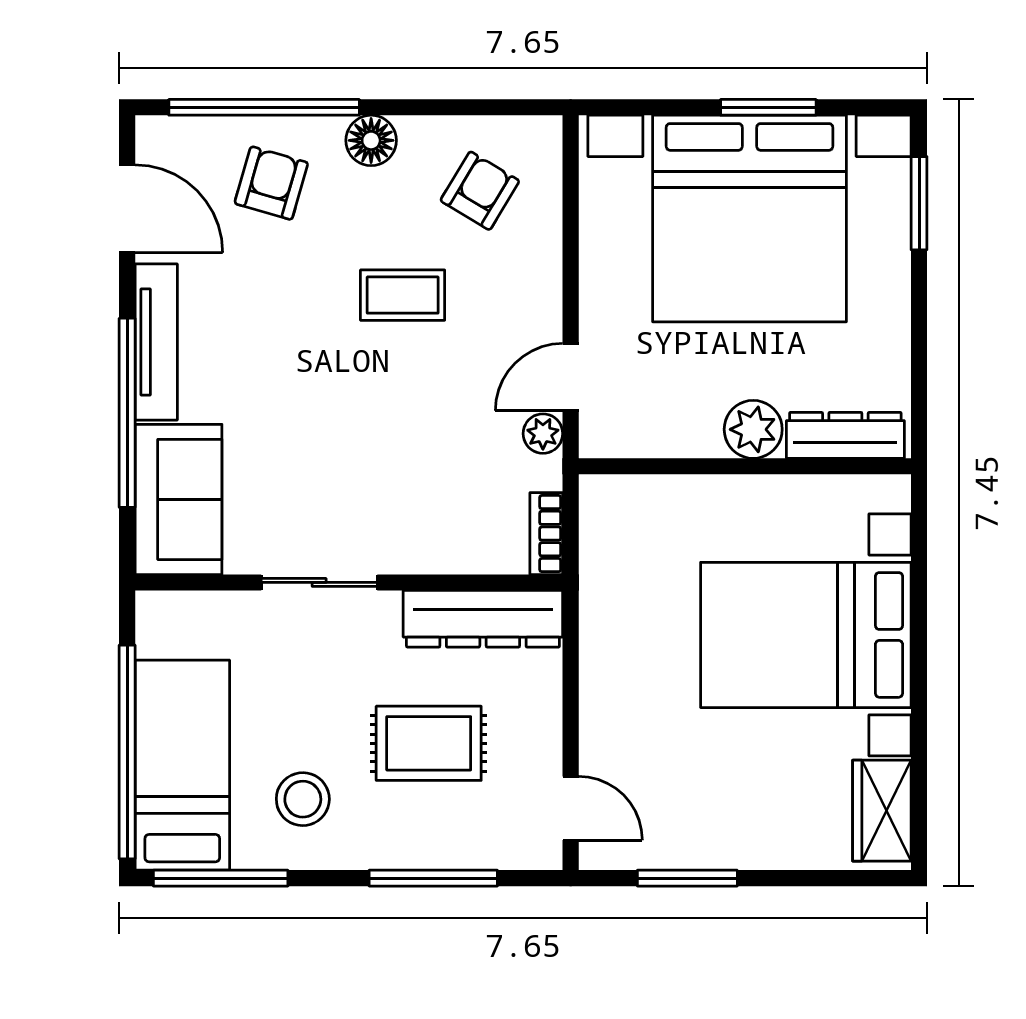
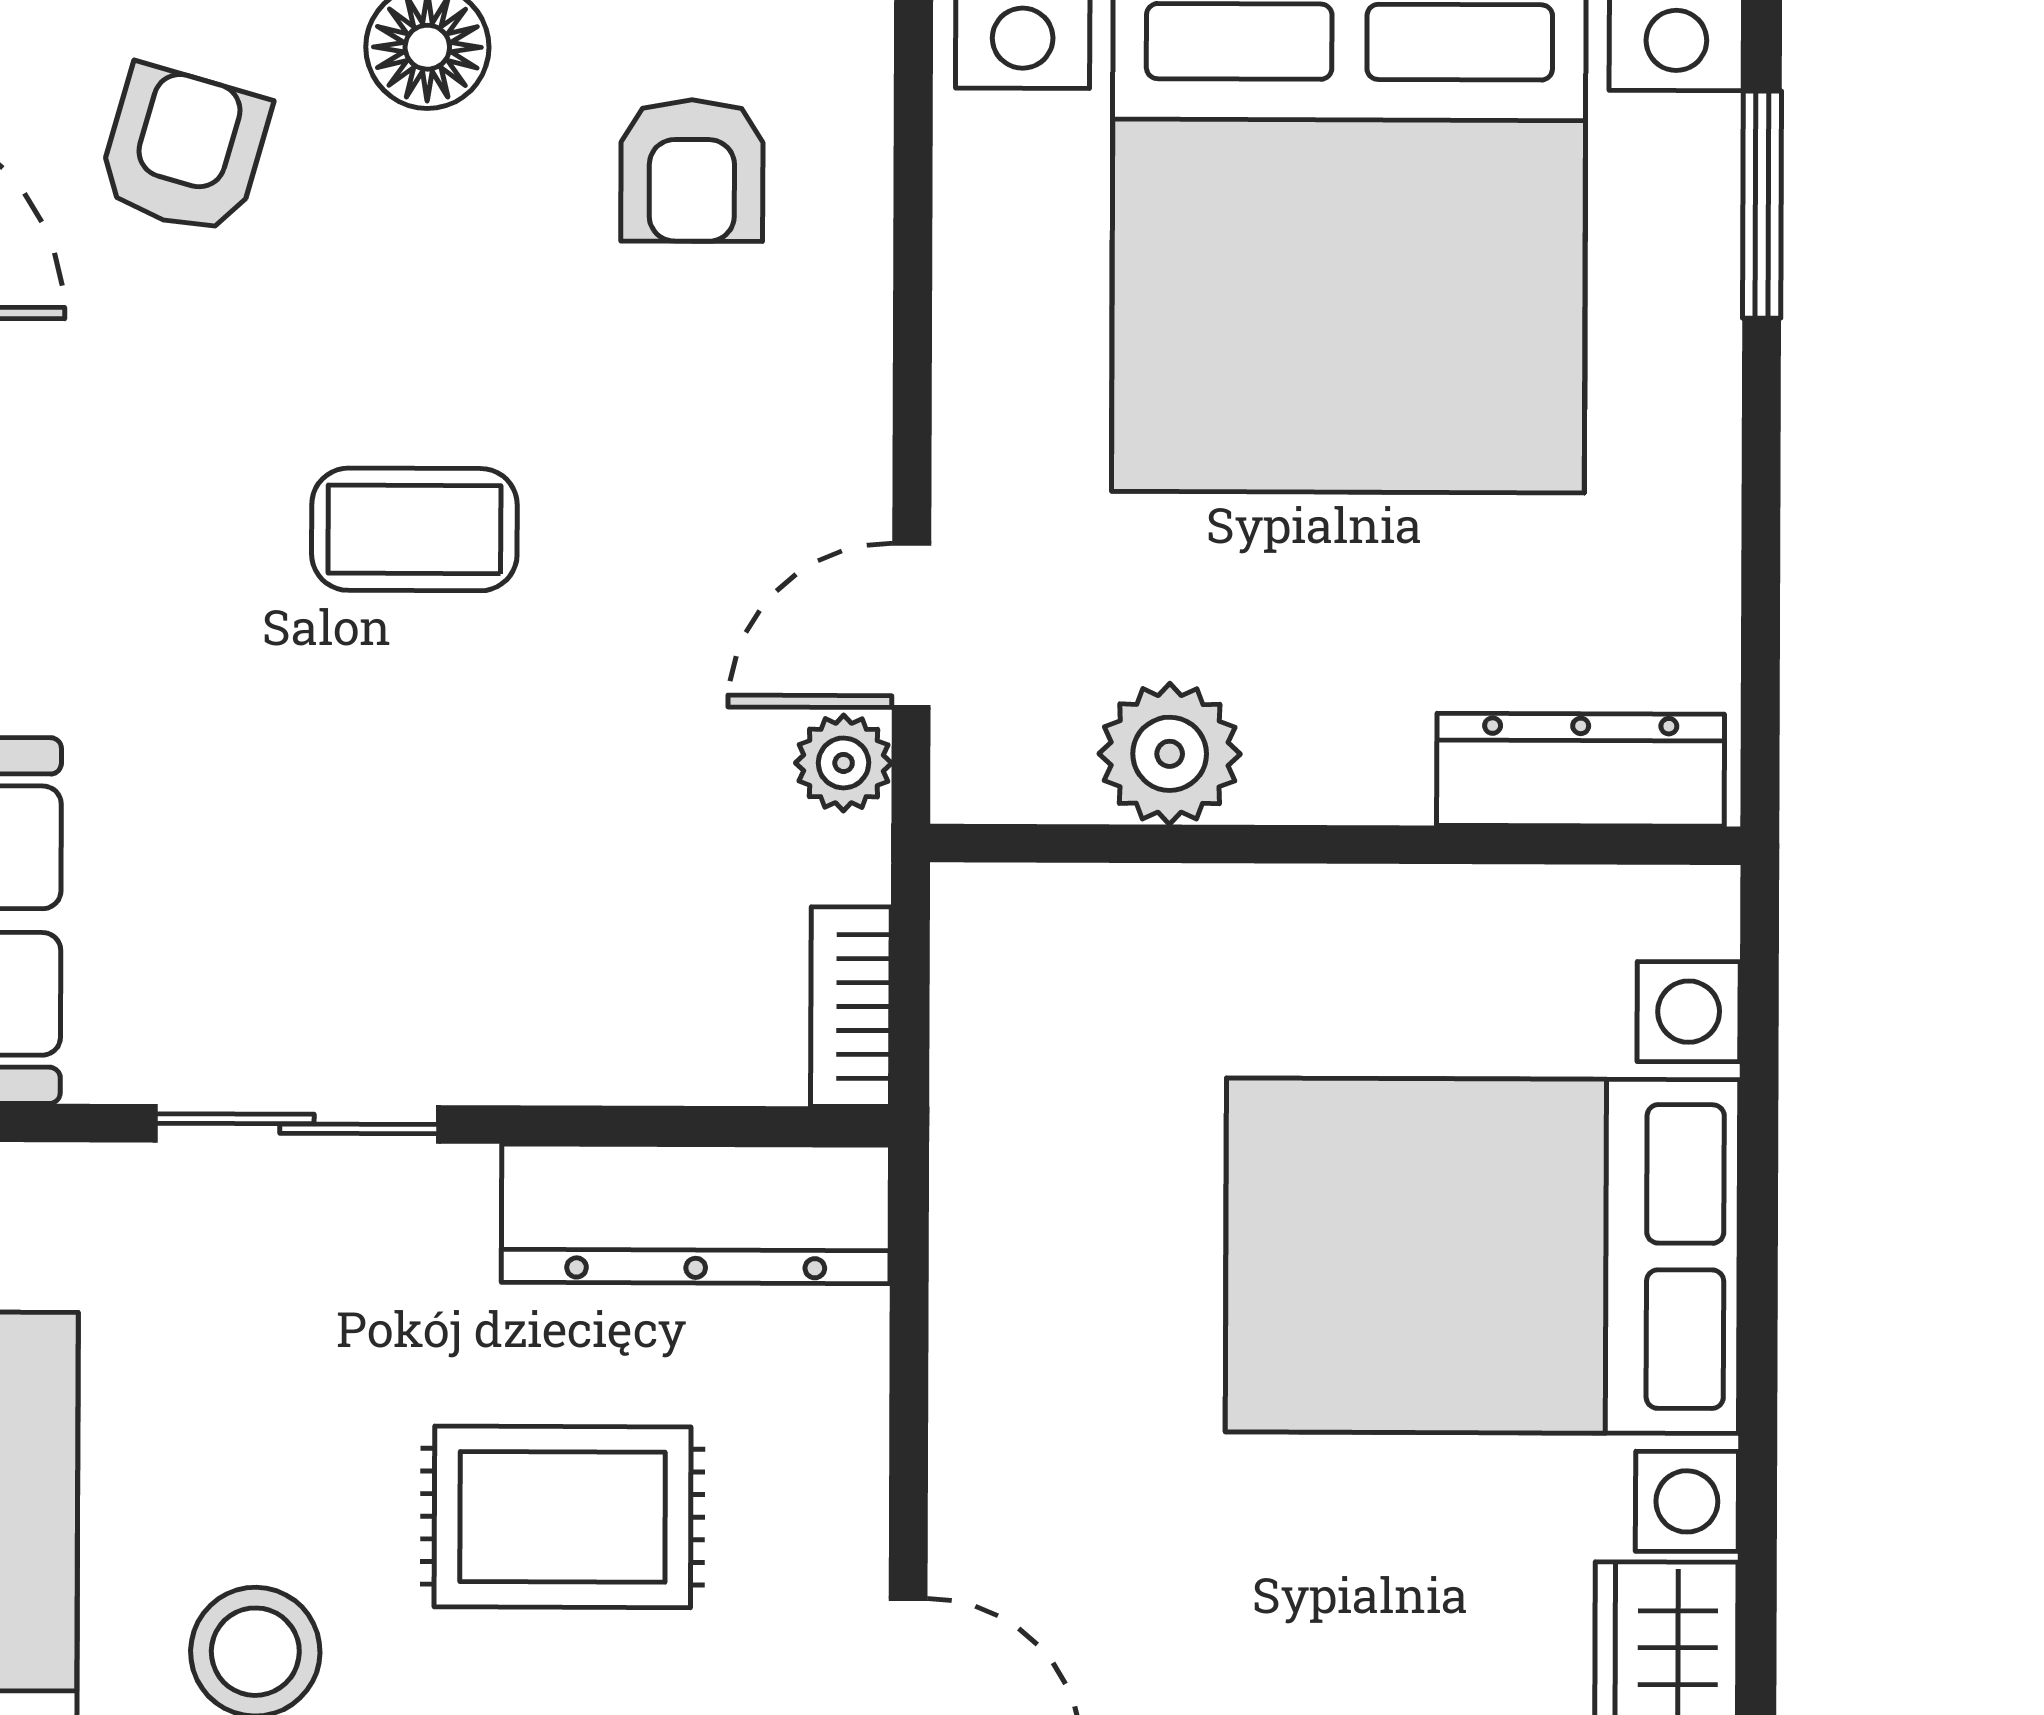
armchair: (480, 191) -> (692, 171), turned 149
coffee table: (403, 295) -> (414, 529), moved
plant: (753, 429) -> (1170, 754), moved

